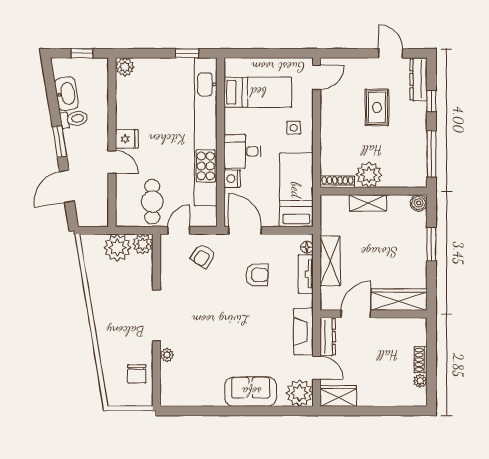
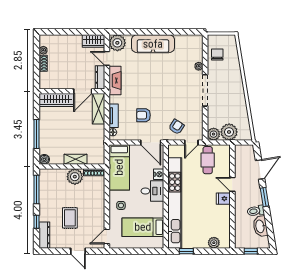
door: (391, 53) -> (78, 251), moved
plant: (125, 67) -> (214, 243), moved
window: (431, 244) -> (37, 134), width x1.44
shelving: (330, 261) -> (99, 109), moved
sofa: (251, 392) -> (153, 44), width x1.36

